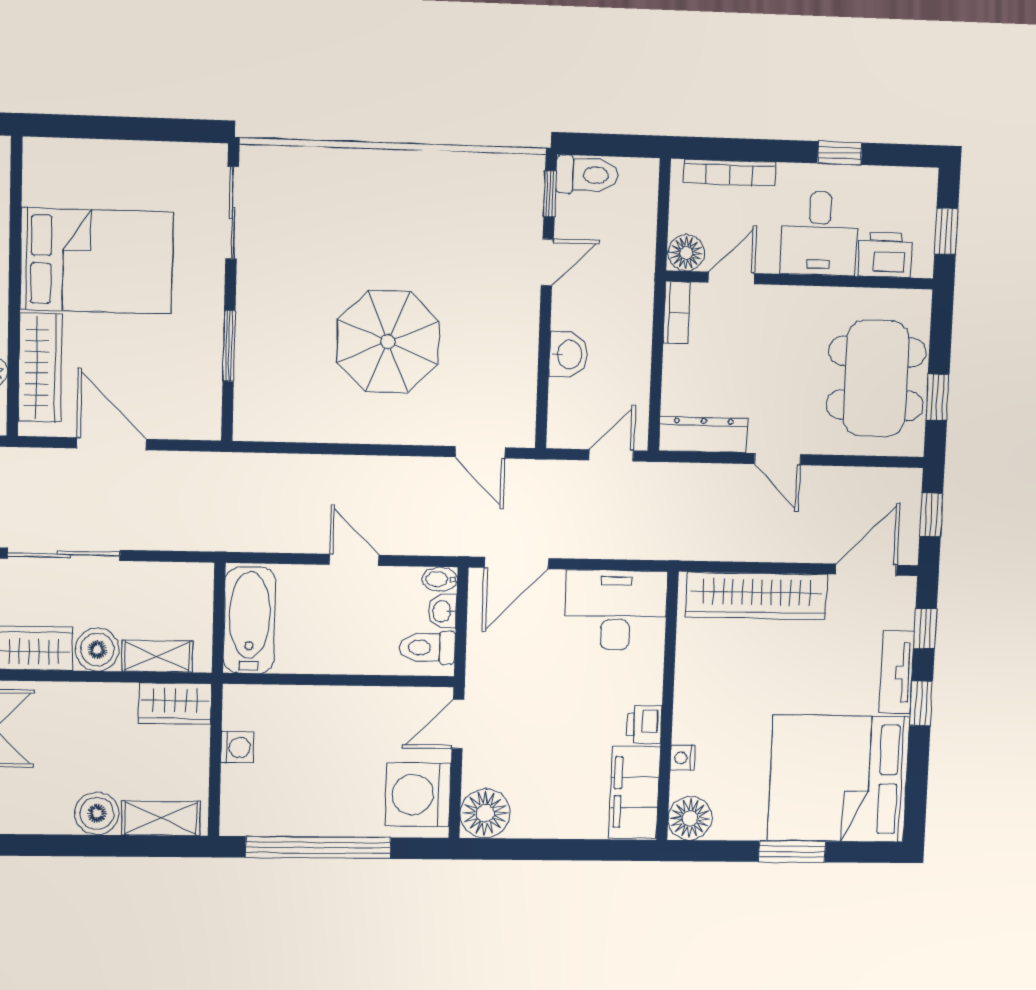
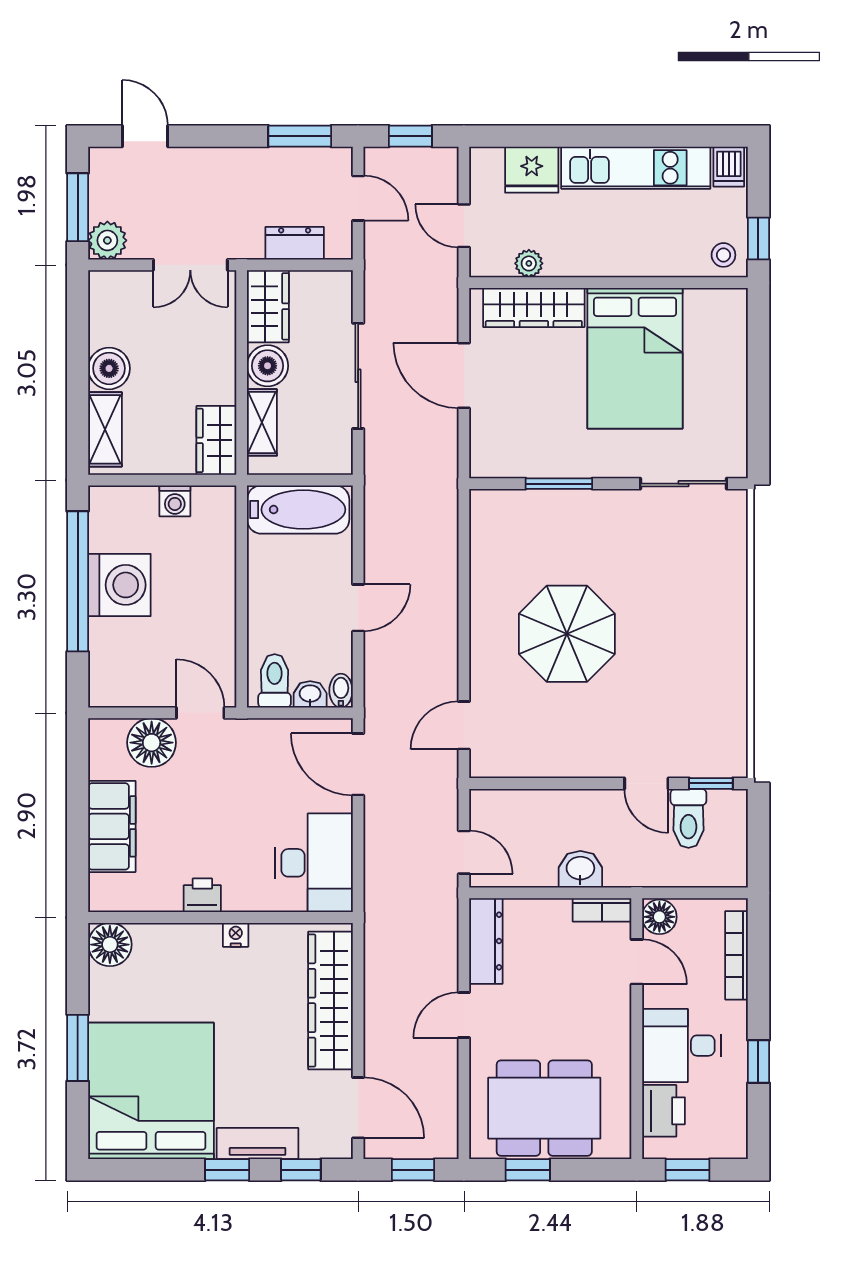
toilet: (587, 175) -> (688, 818), moved
washbasin: (568, 355) -> (580, 869), moved, turned 180
door: (112, 444) -> (464, 375), swing flipped
sliding door: (64, 554) -> (358, 376), moved
nightstand: (683, 758) -> (236, 935), moved
filing cabinet: (635, 792) -> (112, 826), moved, turned 90
washing machine: (418, 795) -> (119, 585), moved, turned 90
floor lamp: (485, 813) -> (152, 743), moved

